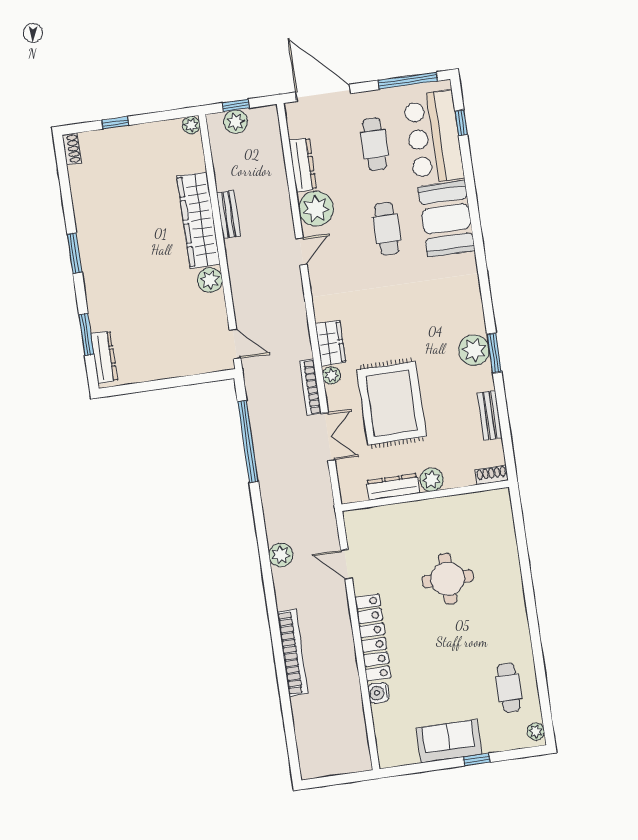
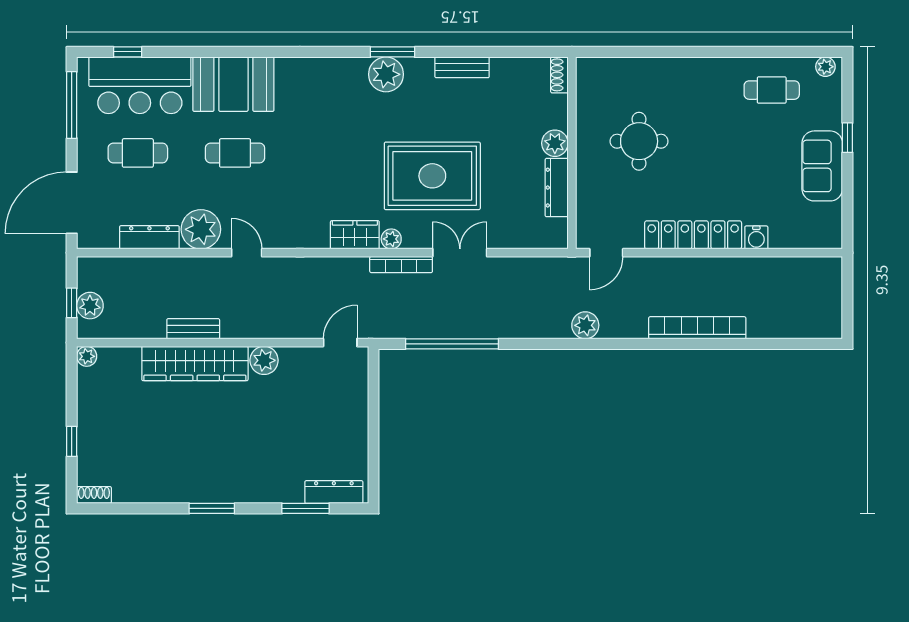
shoe rack: (492, 475) -> (559, 75), moved
plant: (432, 480) -> (555, 143), moved
dresser: (393, 487) -> (557, 188), moved
wall: (425, 496) -> (572, 153), moved

